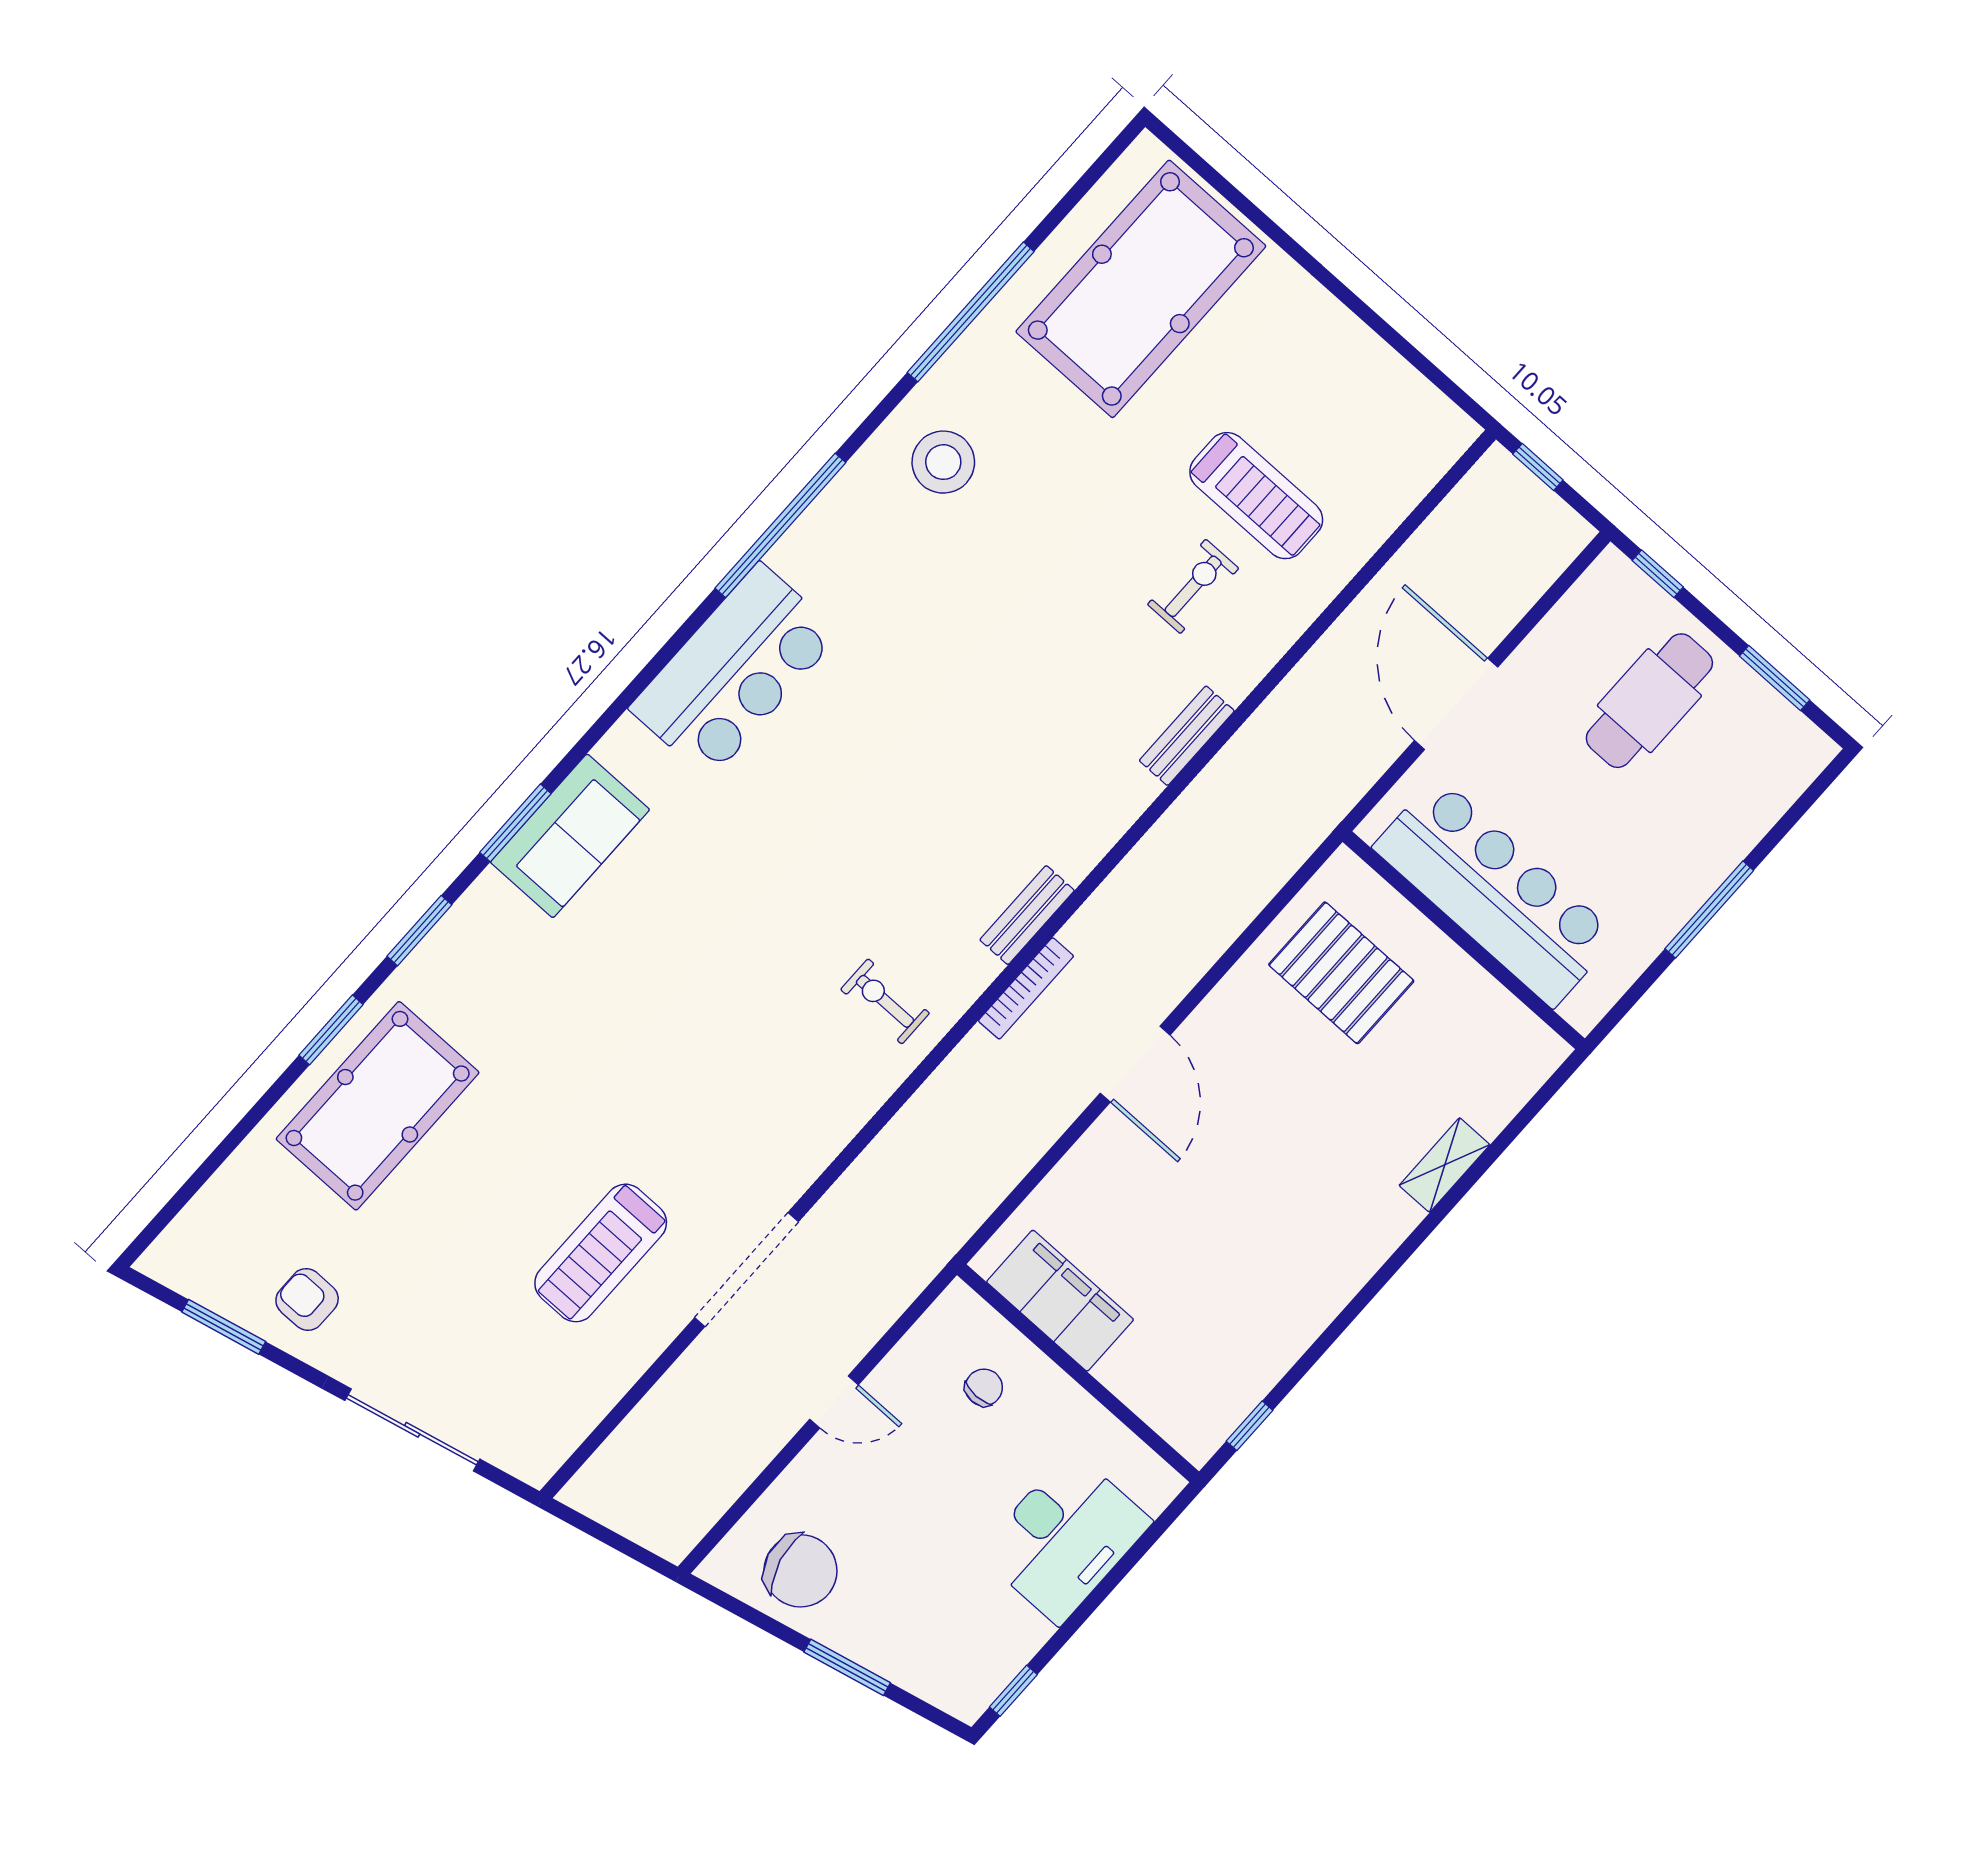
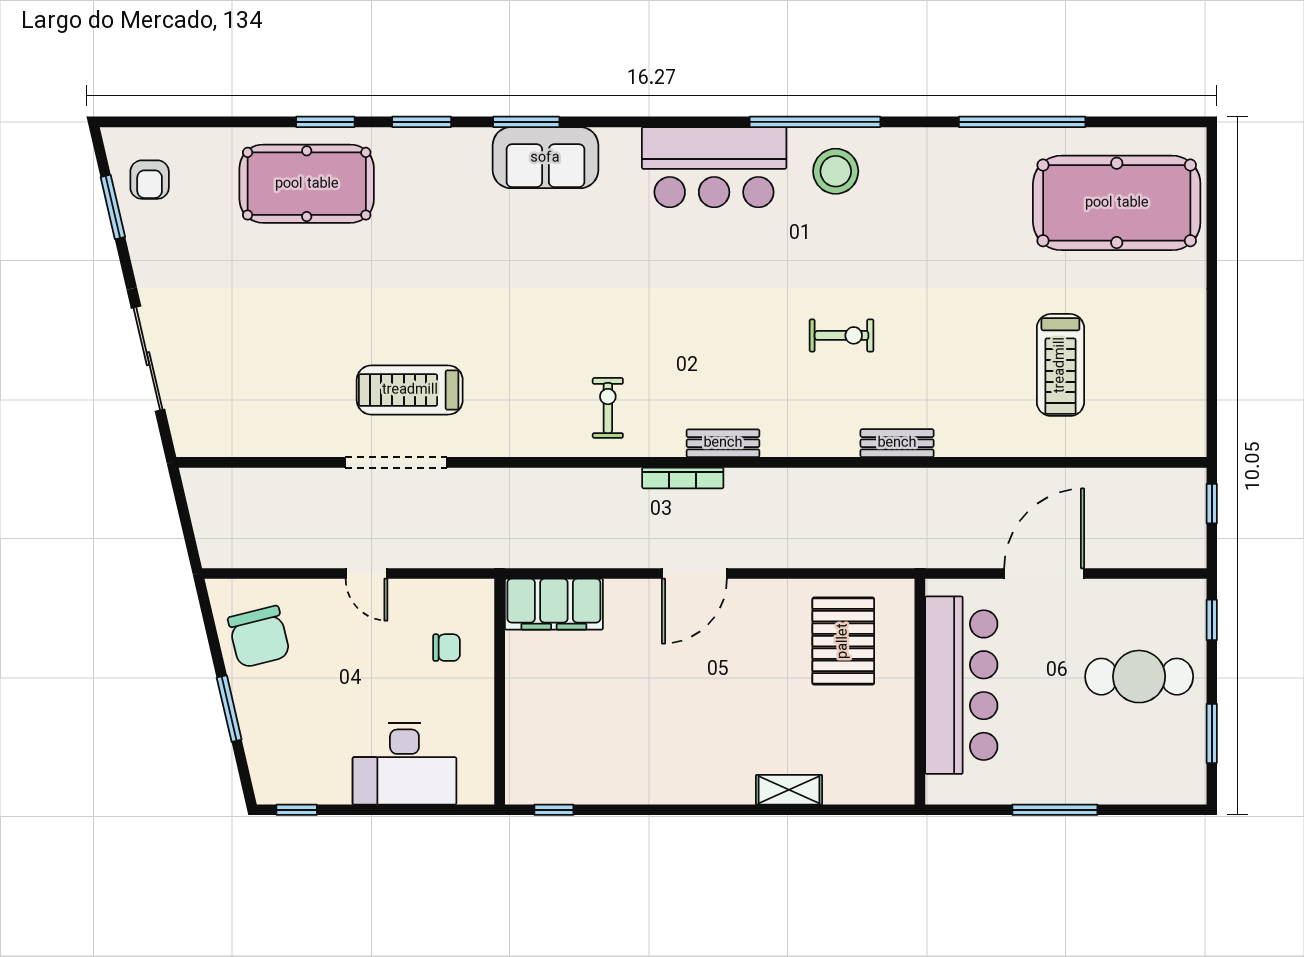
stool: (943, 462) -> (836, 171), moved
exercise bike: (1193, 586) -> (842, 335), moved
treadmill: (601, 1253) -> (410, 390), moved
armchair: (307, 1300) -> (150, 180), moved, turned 180
filing cabinet: (1060, 1301) -> (554, 604), moved, turned 90

